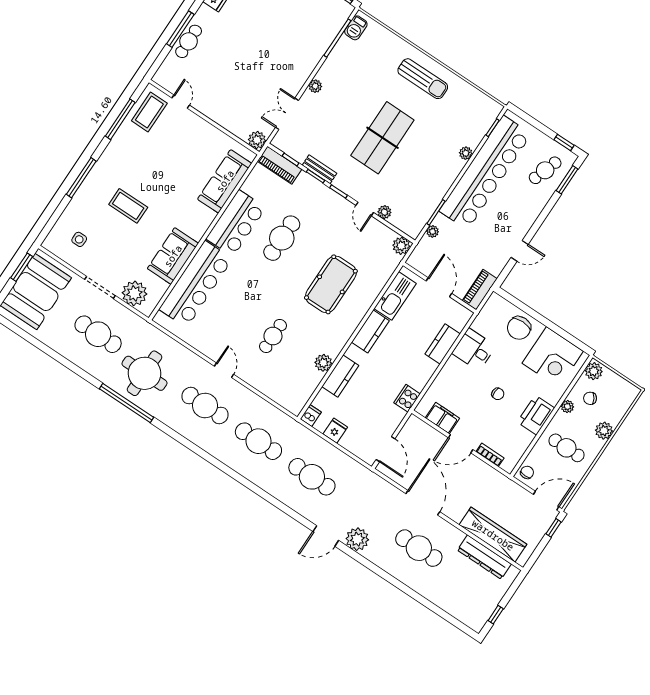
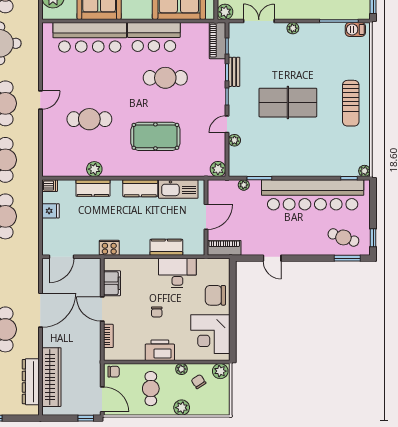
plant: (466, 153) -> (364, 171), moved
cafe table: (273, 336) -> (89, 119), width x1.37, depth x1.35
desk: (474, 350) -> (177, 273), width x1.37

